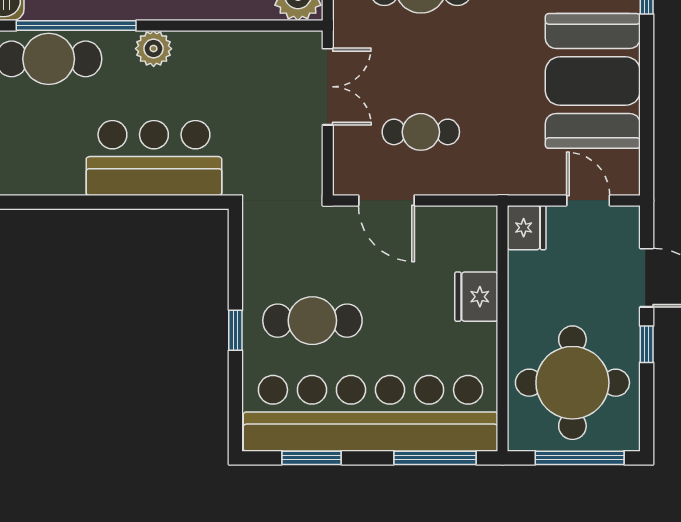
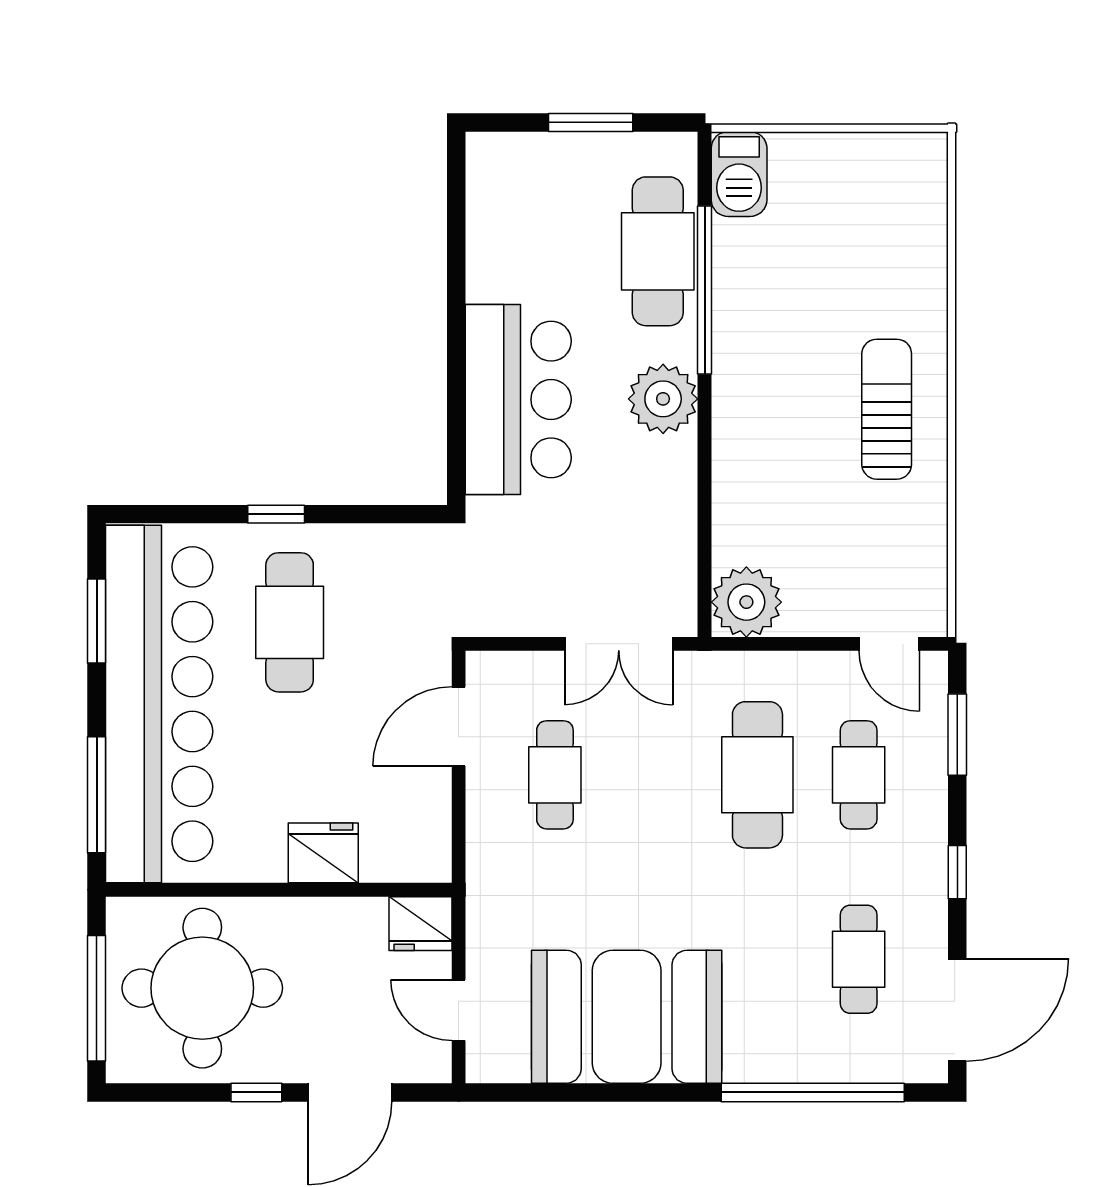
plant: (154, 49) -> (663, 399), width x1.36, depth x1.36
door: (588, 200) -> (459, 1010), swing flipped

